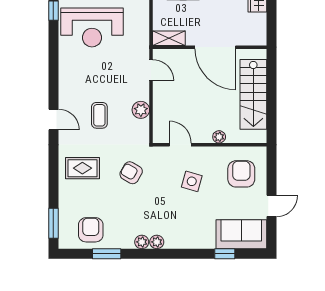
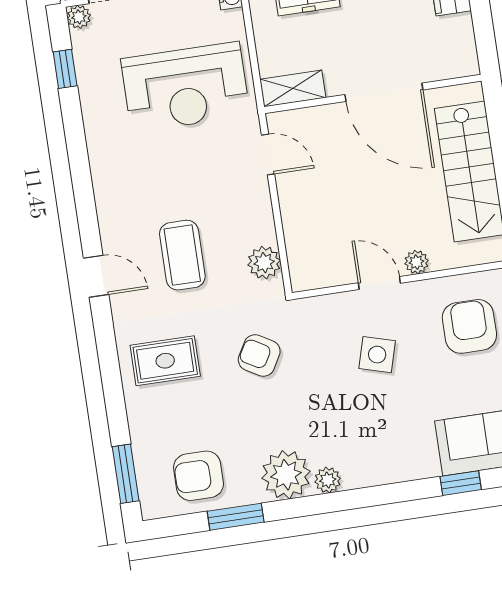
reception desk: (92, 27) -> (185, 87), moved
plant: (141, 110) -> (264, 263), moved
coffee table: (99, 115) -> (182, 255), width x1.36, depth x1.30
door: (180, 145) -> (379, 283), moved
armchair: (91, 230) -> (198, 476), turned -90
plant: (142, 242) -> (286, 475), width x1.88, depth x1.88

